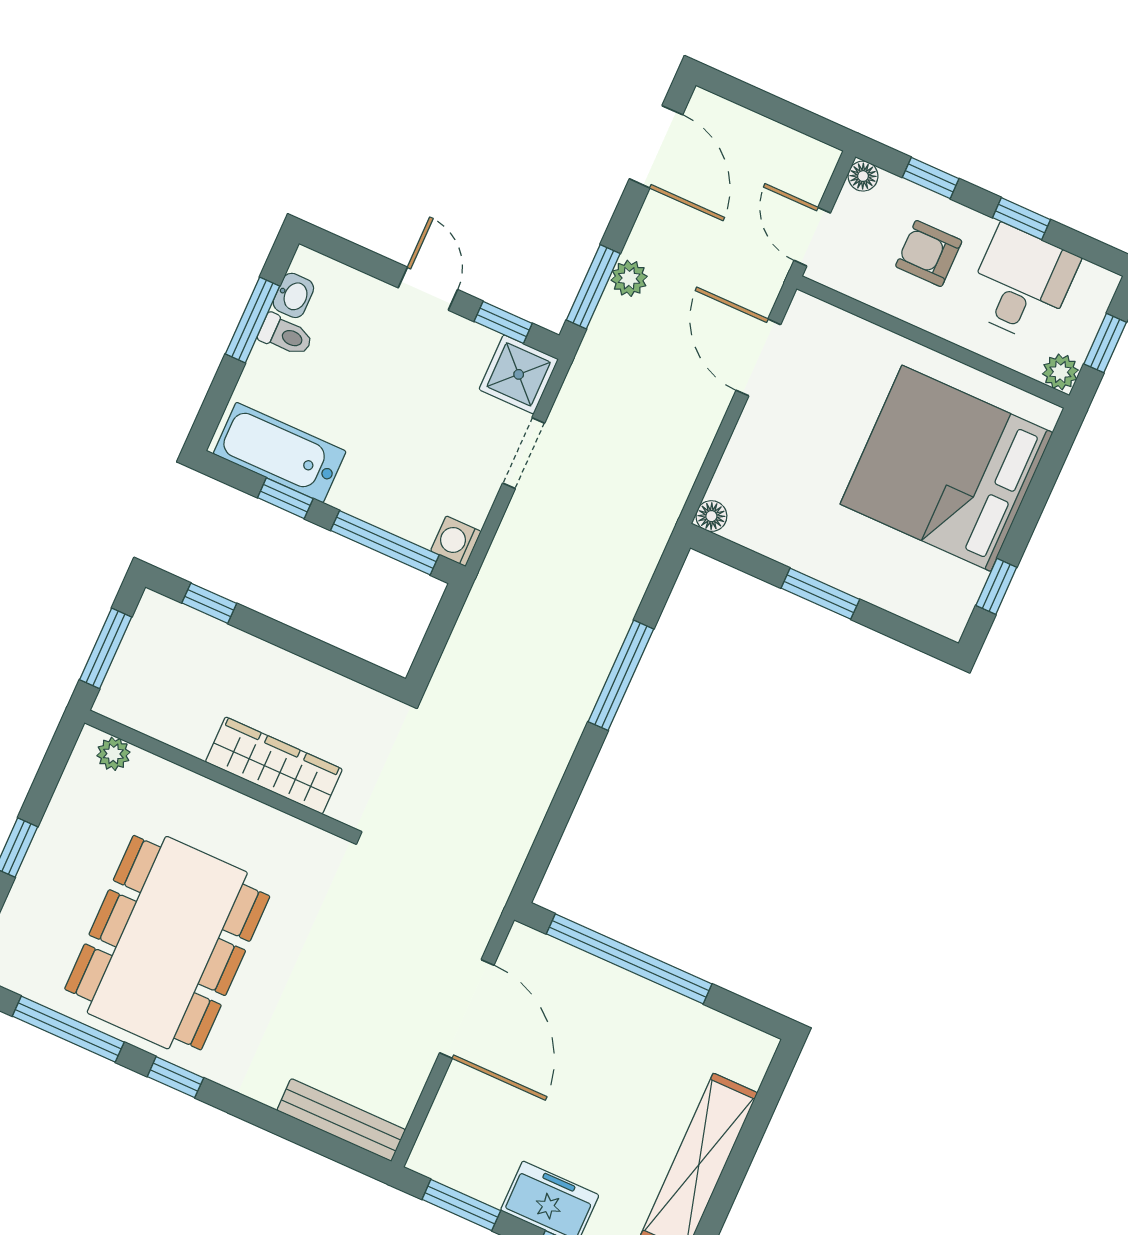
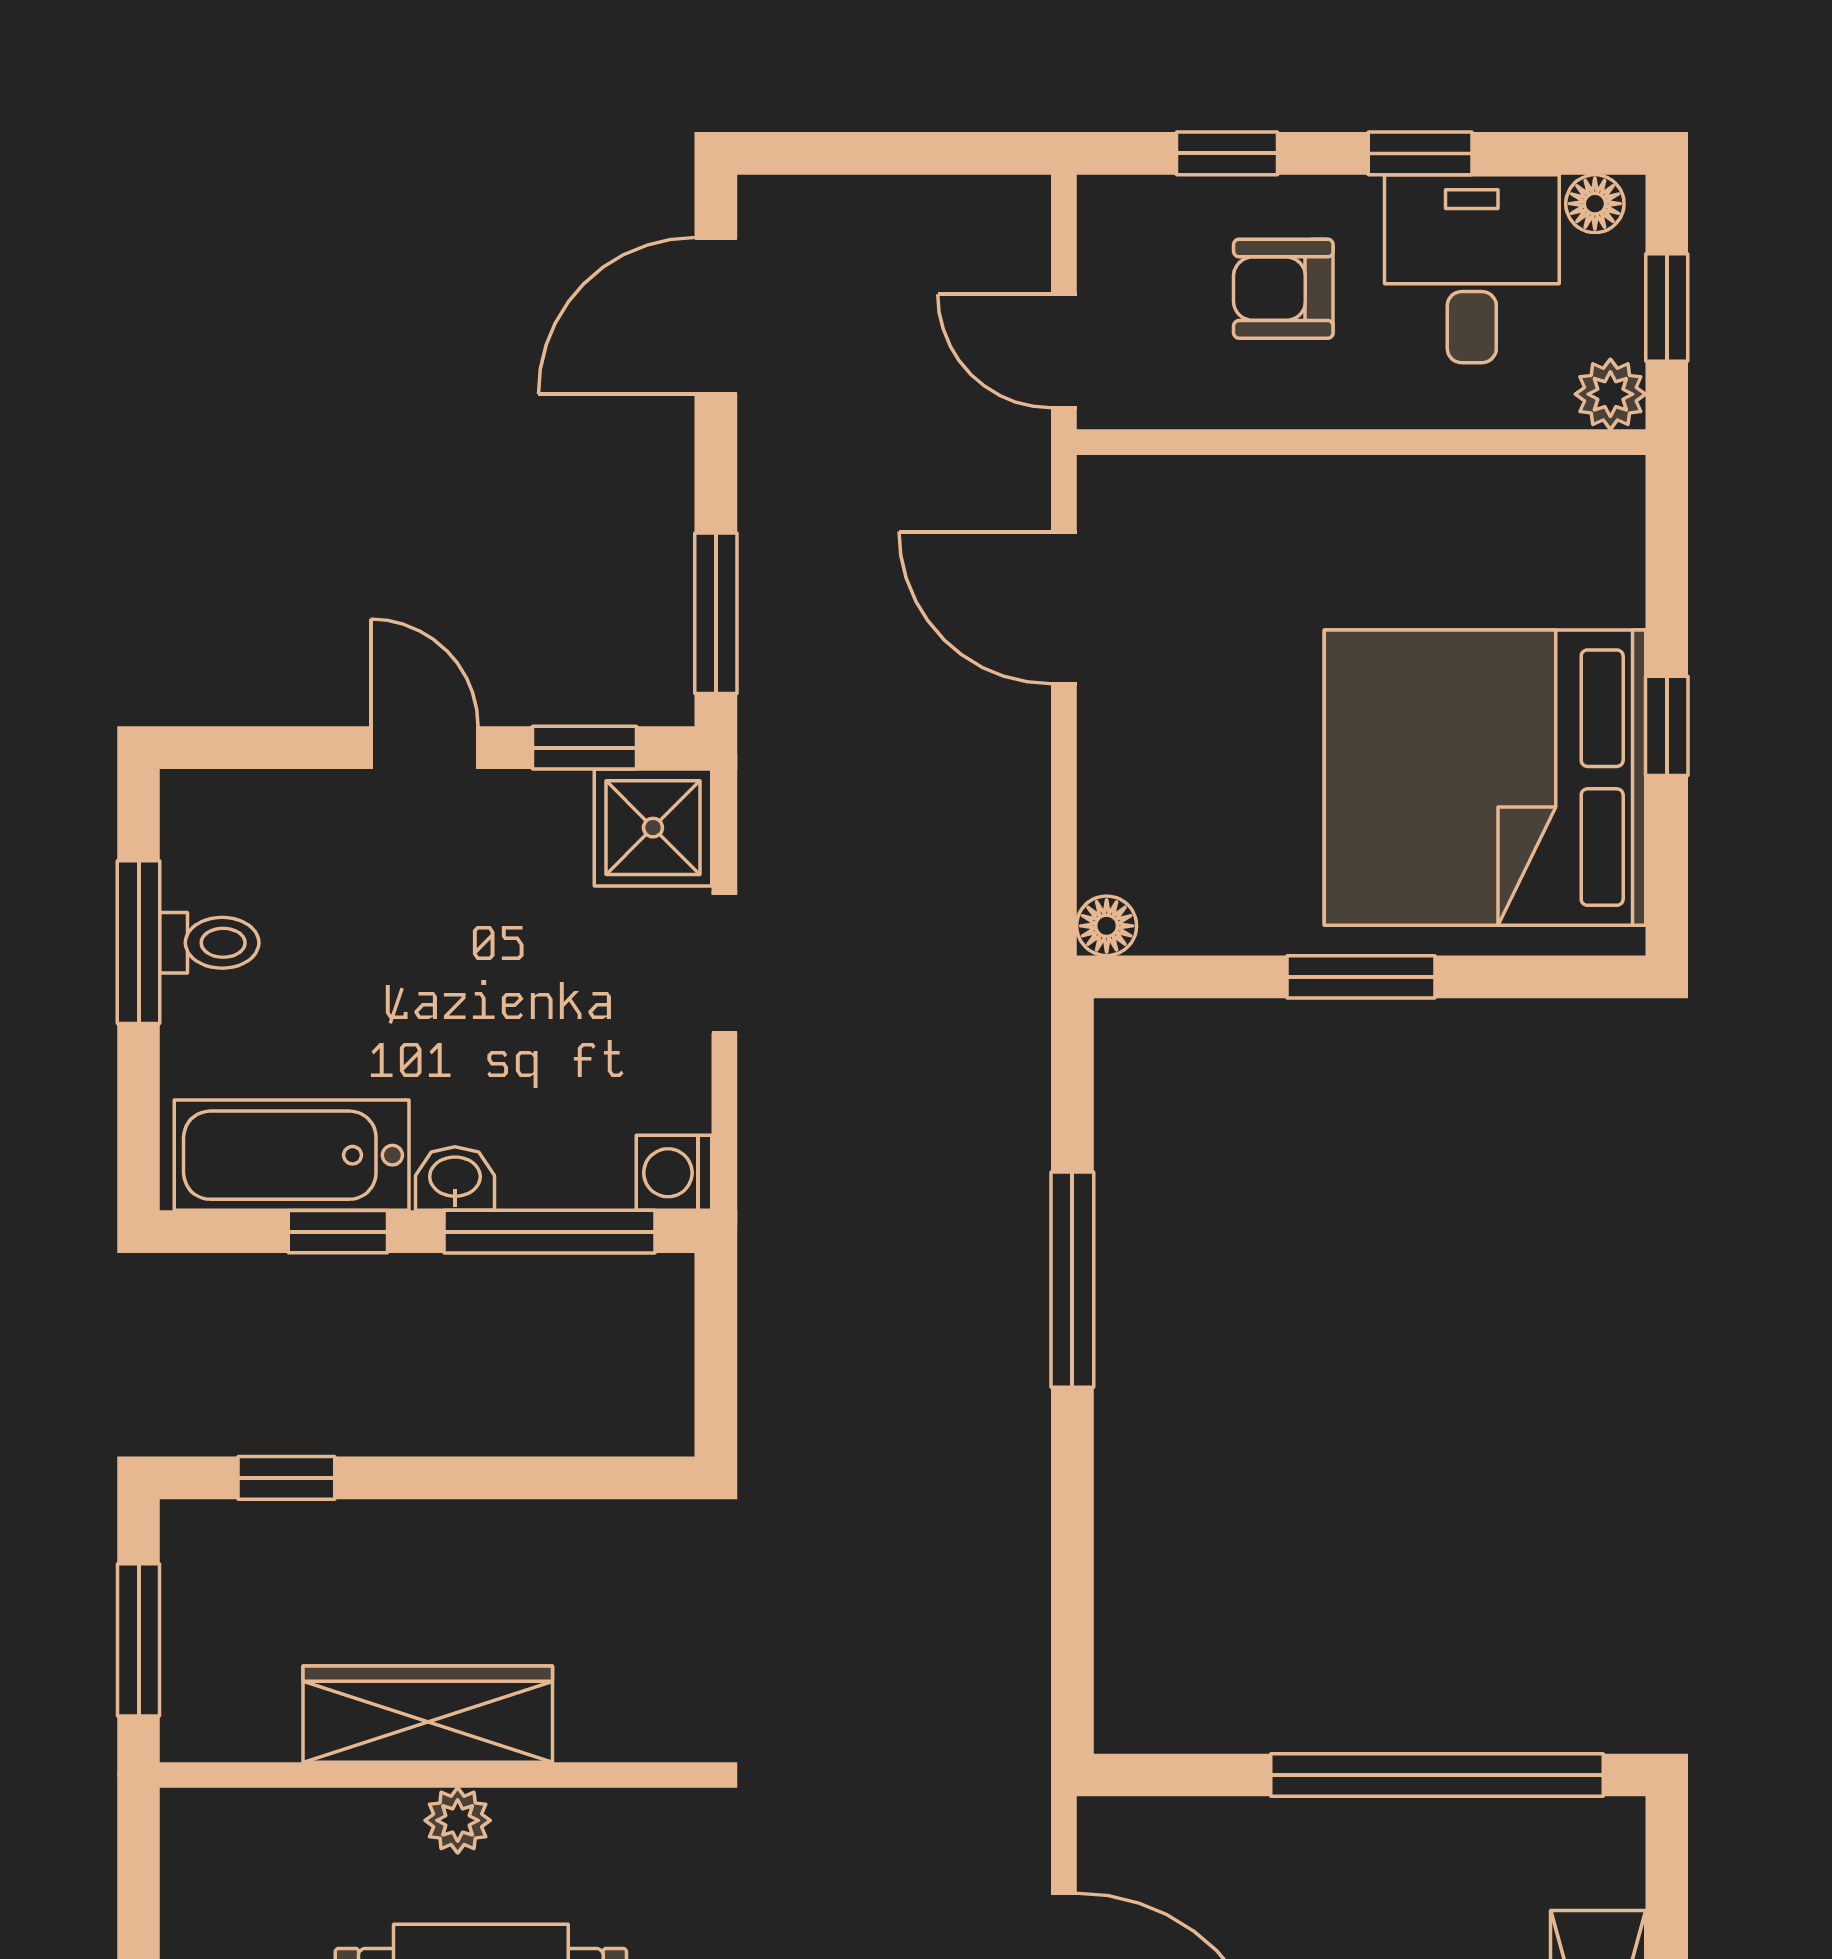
door: (656, 147) -> (716, 316), swing flipped
floor lamp: (863, 176) -> (1595, 204), moved
plant: (629, 278) -> (773, 570), removed
washbasin: (293, 295) -> (455, 1179), moved, turned -90
bed: (946, 468) -> (1485, 778), moved
window: (996, 586) -> (1667, 726), moved
plant: (113, 754) -> (458, 1820), moved
wardrobe: (274, 765) -> (428, 1714), moved
window: (629, 959) -> (1437, 1775), moved

